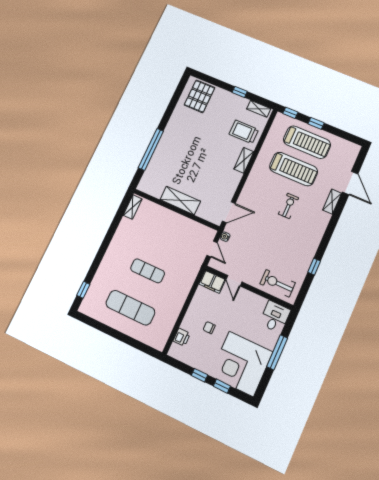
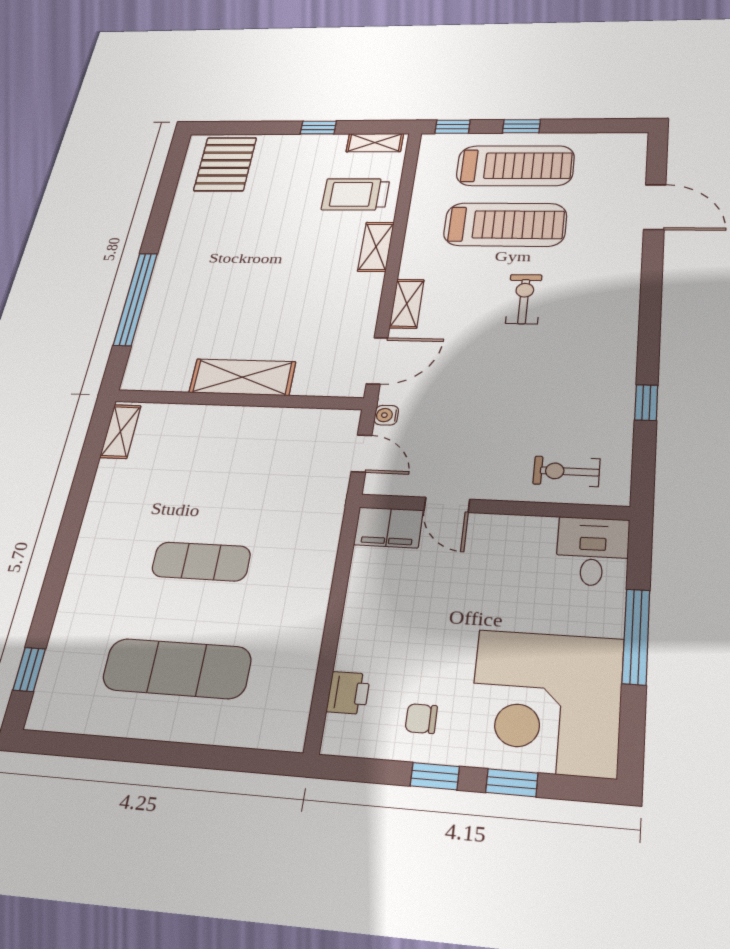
shelving: (332, 202) -> (407, 304), moved
exercise bike: (278, 283) -> (566, 471), width x0.73, depth x0.72
chair: (209, 328) -> (421, 719), moved

